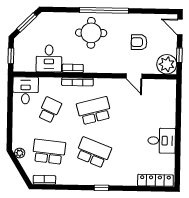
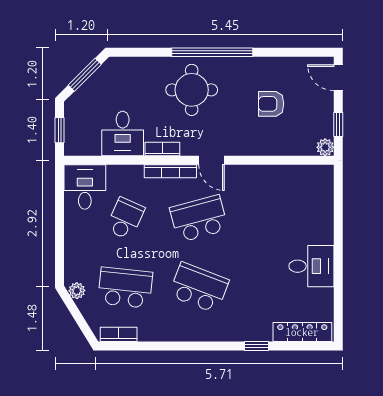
plant: (167, 64) -> (325, 147), width x0.53, depth x0.53
door: (134, 76) -> (211, 160), moved
window: (101, 188) -> (257, 346), moved

